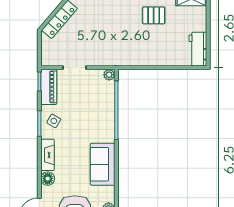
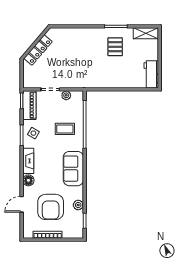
pallet: (154, 15) -> (115, 47), turned 90
plant: (109, 75) -> (66, 95), moved
coffee table: (92, 116) -> (65, 129), added

